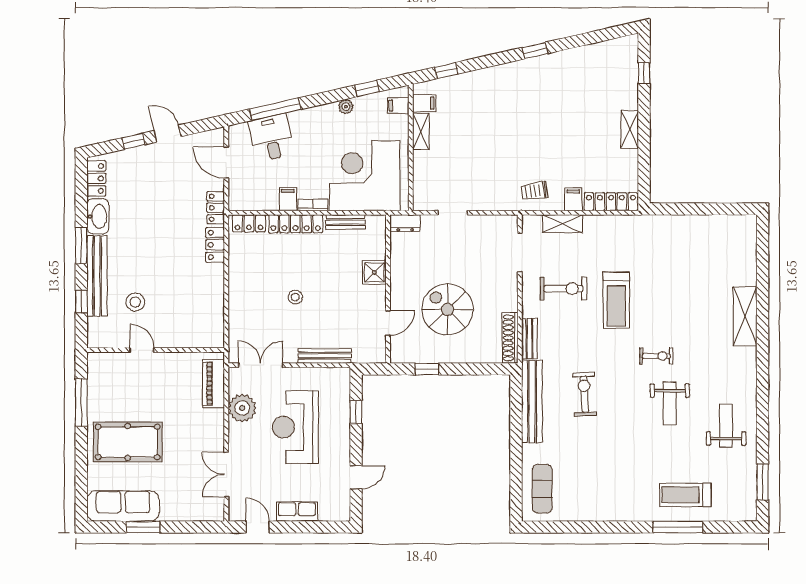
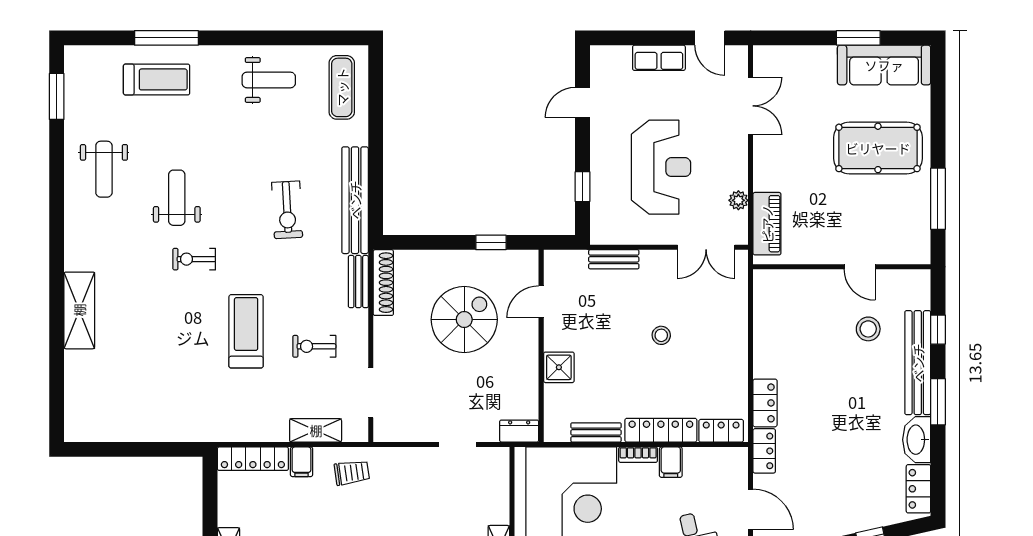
exercise bike: (563, 289) -> (314, 346), width x0.73, depth x0.72
spiral stairs: (448, 309) -> (464, 319), turned -90
bench: (325, 356) -> (614, 259), width x0.73
plant: (242, 408) -> (738, 200), width x0.53, depth x0.53
weight bench: (599, 494) -> (269, 80), added

